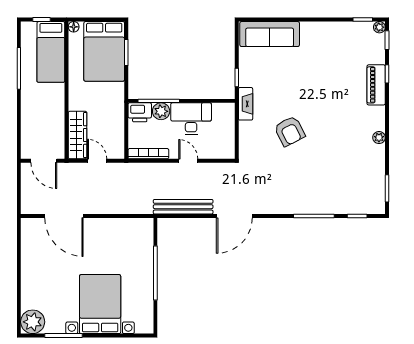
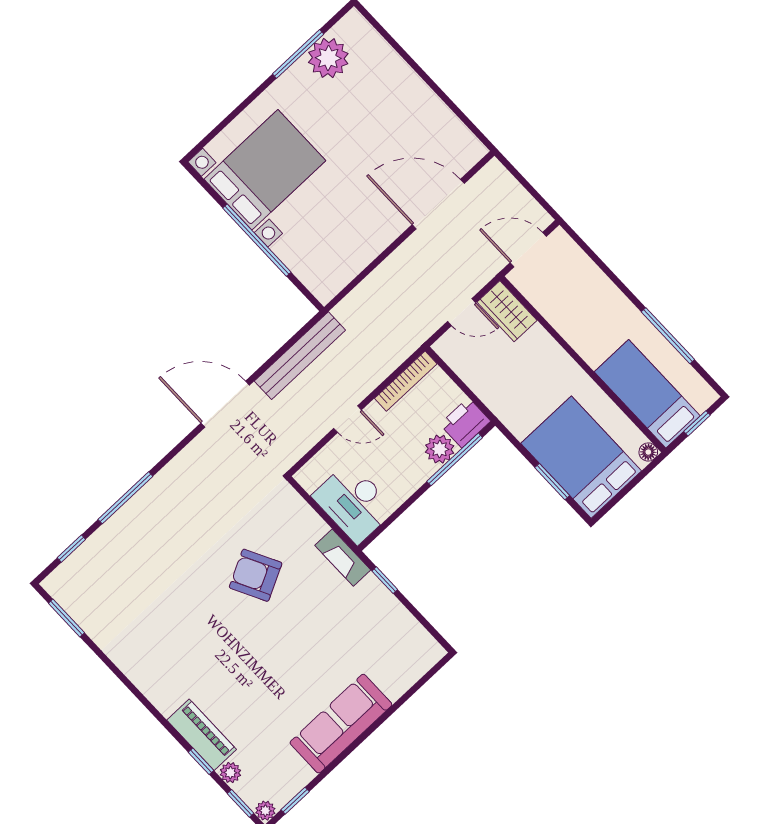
sofa: (270, 34) -> (341, 724), moved
desk: (191, 119) -> (354, 503), moved, turned 90
wardrobe: (77, 135) -> (507, 311), width x0.67
plant: (379, 138) -> (230, 773), moved
door: (234, 216) -> (225, 404), hinge flipped
bed with nightstands: (100, 304) -> (265, 170), moved, turned -90
plant: (33, 322) -> (328, 58), moved

